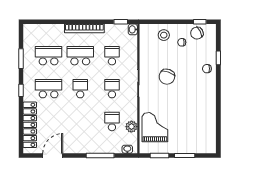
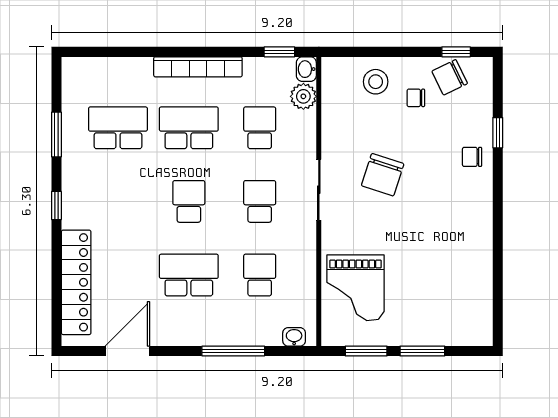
school desk: (49, 89) -> (189, 275), moved
plant: (131, 127) -> (303, 96), moved
grand piano: (155, 127) -> (355, 288), turned 180

